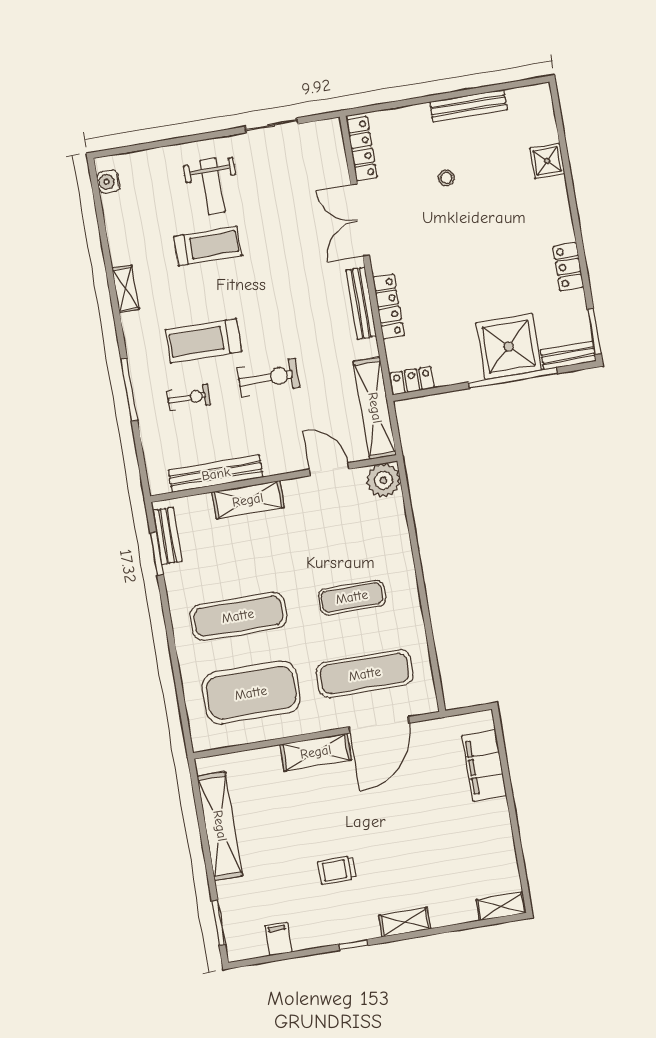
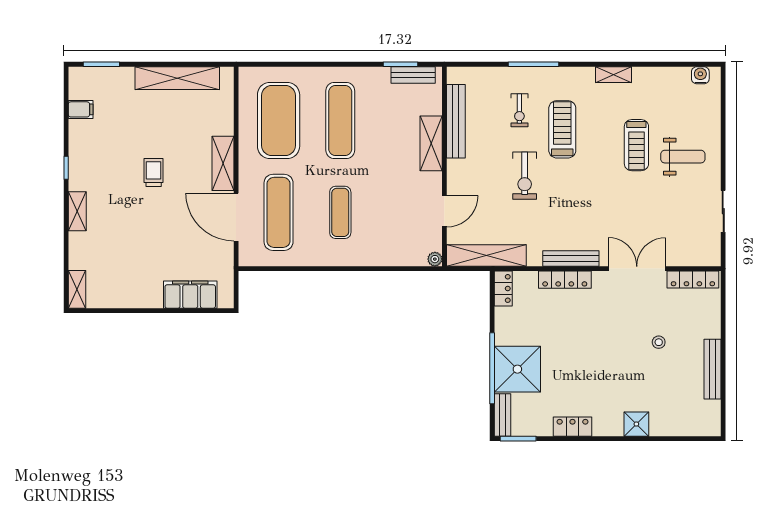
shower: (547, 161) -> (636, 424), moved
weight bench: (212, 186) -> (683, 157), turned 180
plant: (383, 480) -> (435, 259), width x0.53, depth x0.53
trolley: (337, 870) -> (154, 172), moved

